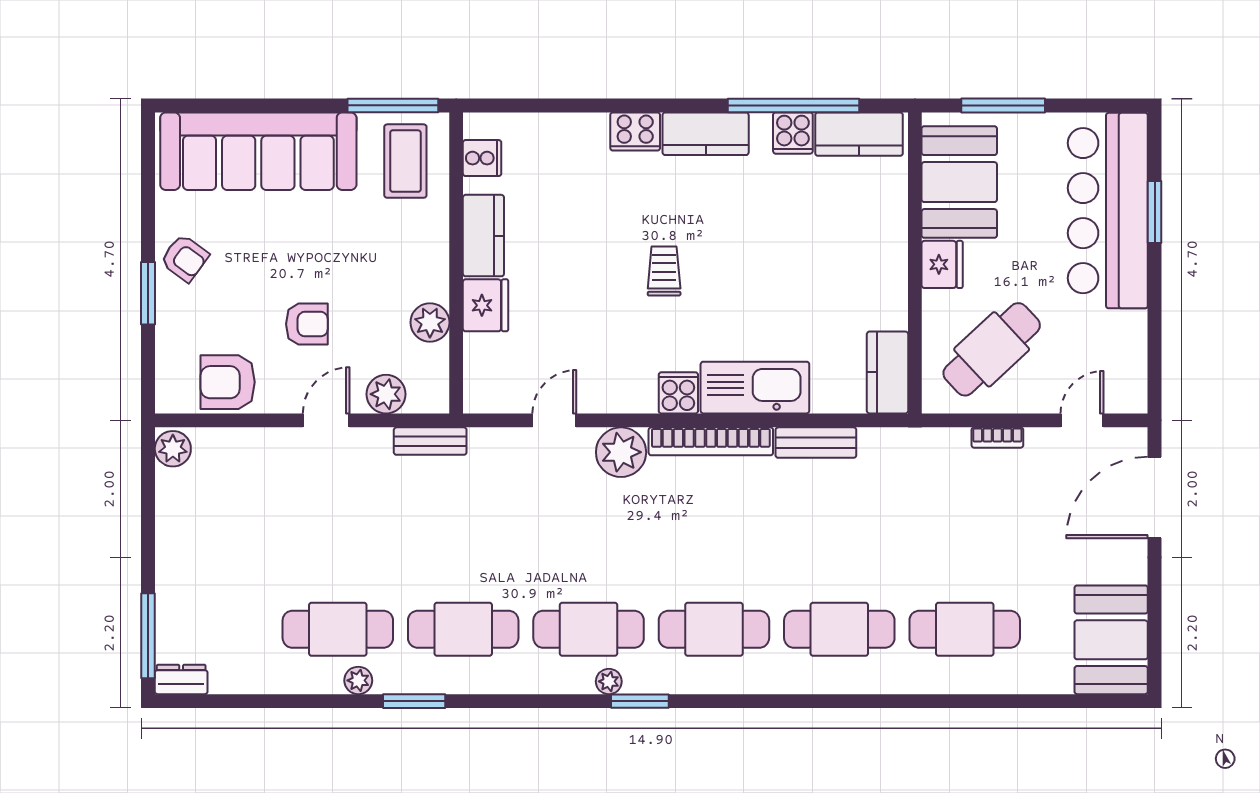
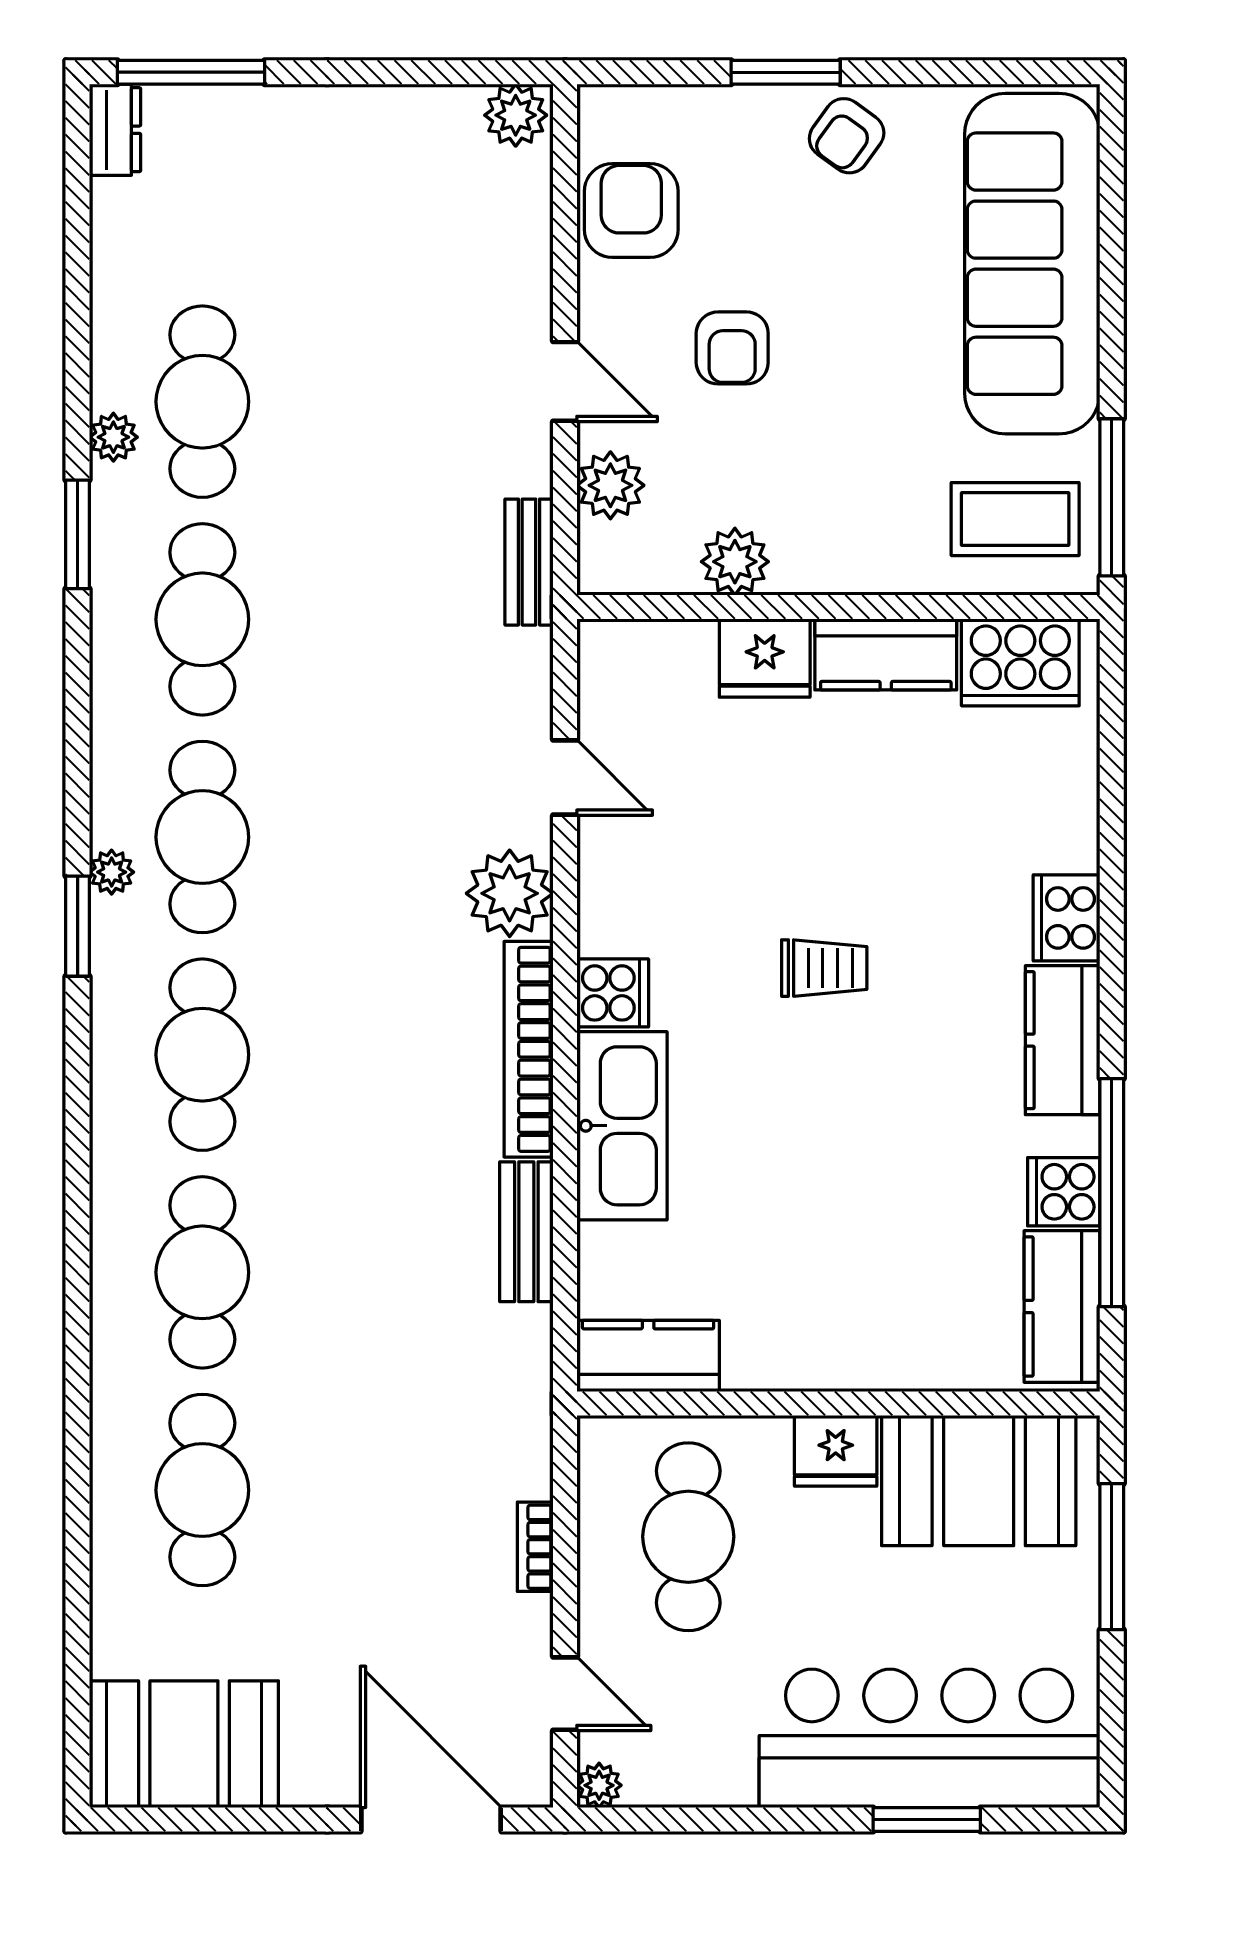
cooker: (482, 158) -> (1020, 662), width x1.87, depth x1.31
cafe table: (992, 349) -> (688, 1537), turned 43
plant: (1135, 401) -> (599, 1785), added

